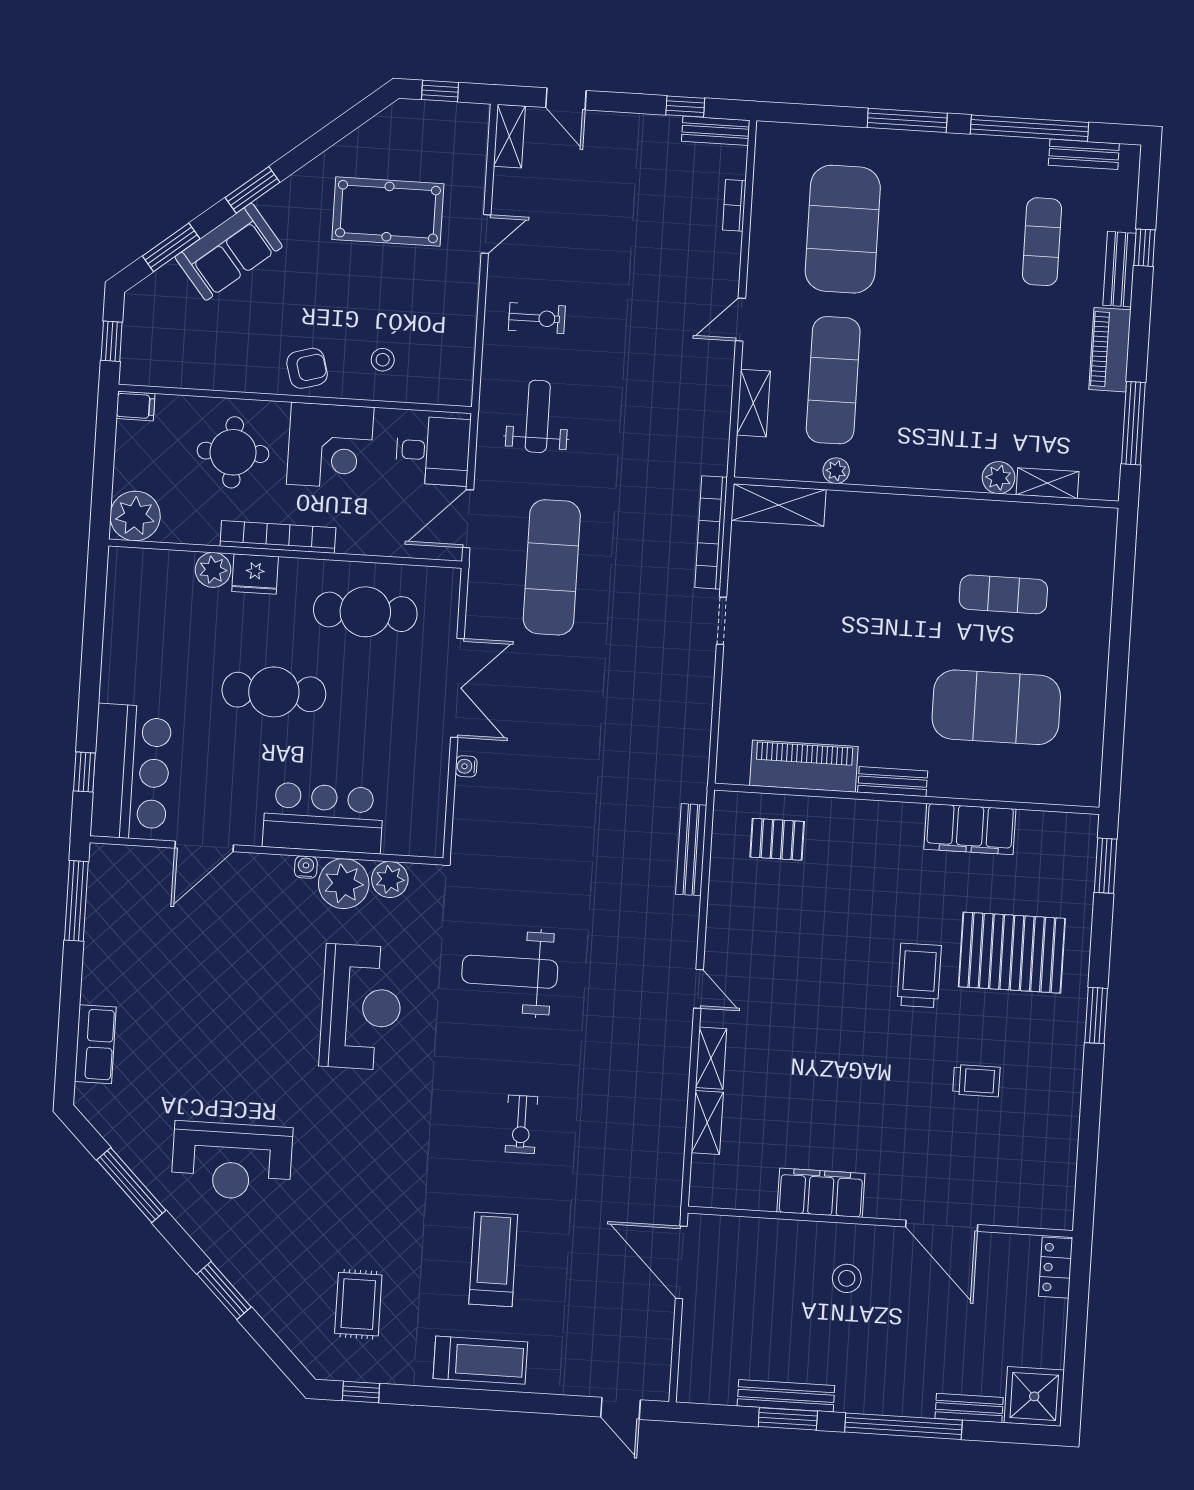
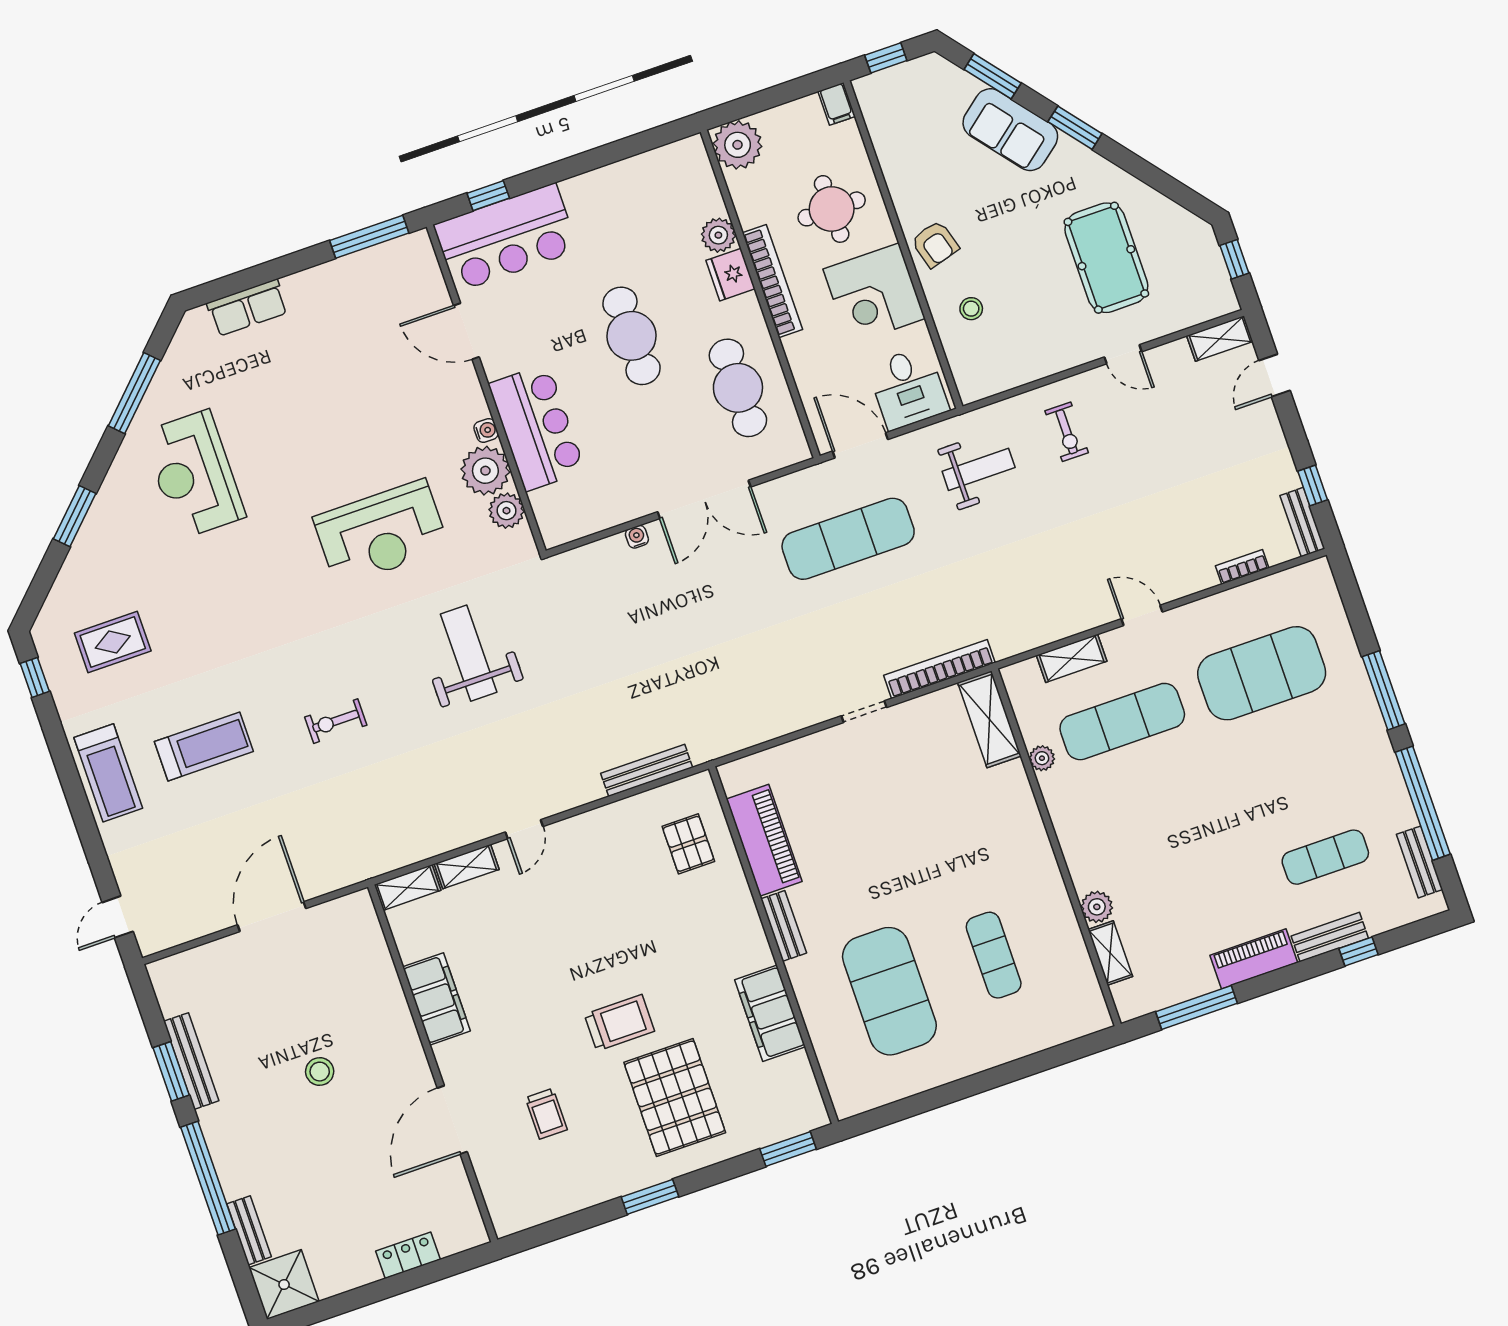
filing cabinet: (821, 1193) -> (436, 999), moved
wall: (880, 1222) -> (433, 1063), moved
door: (942, 1226) -> (452, 1120), moved

